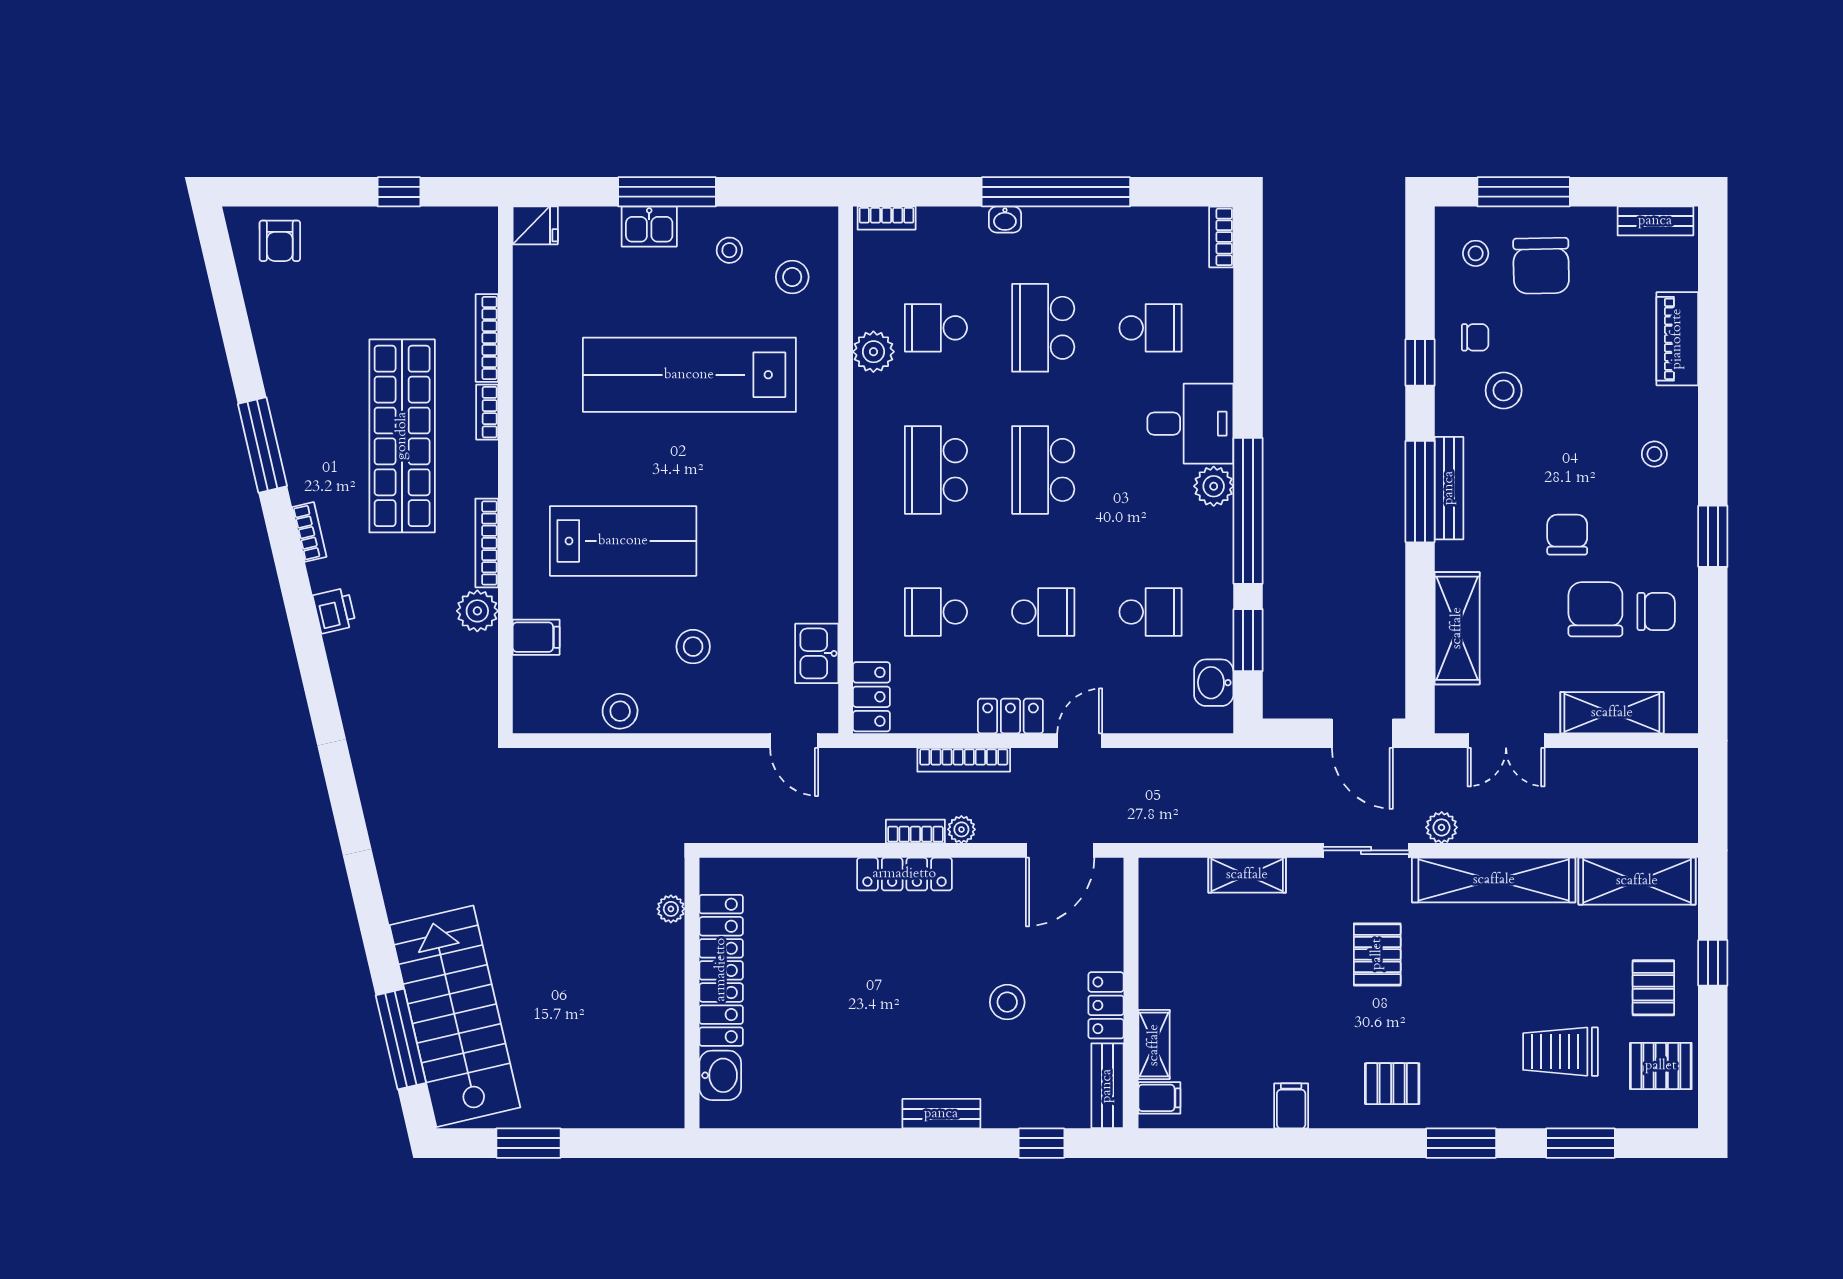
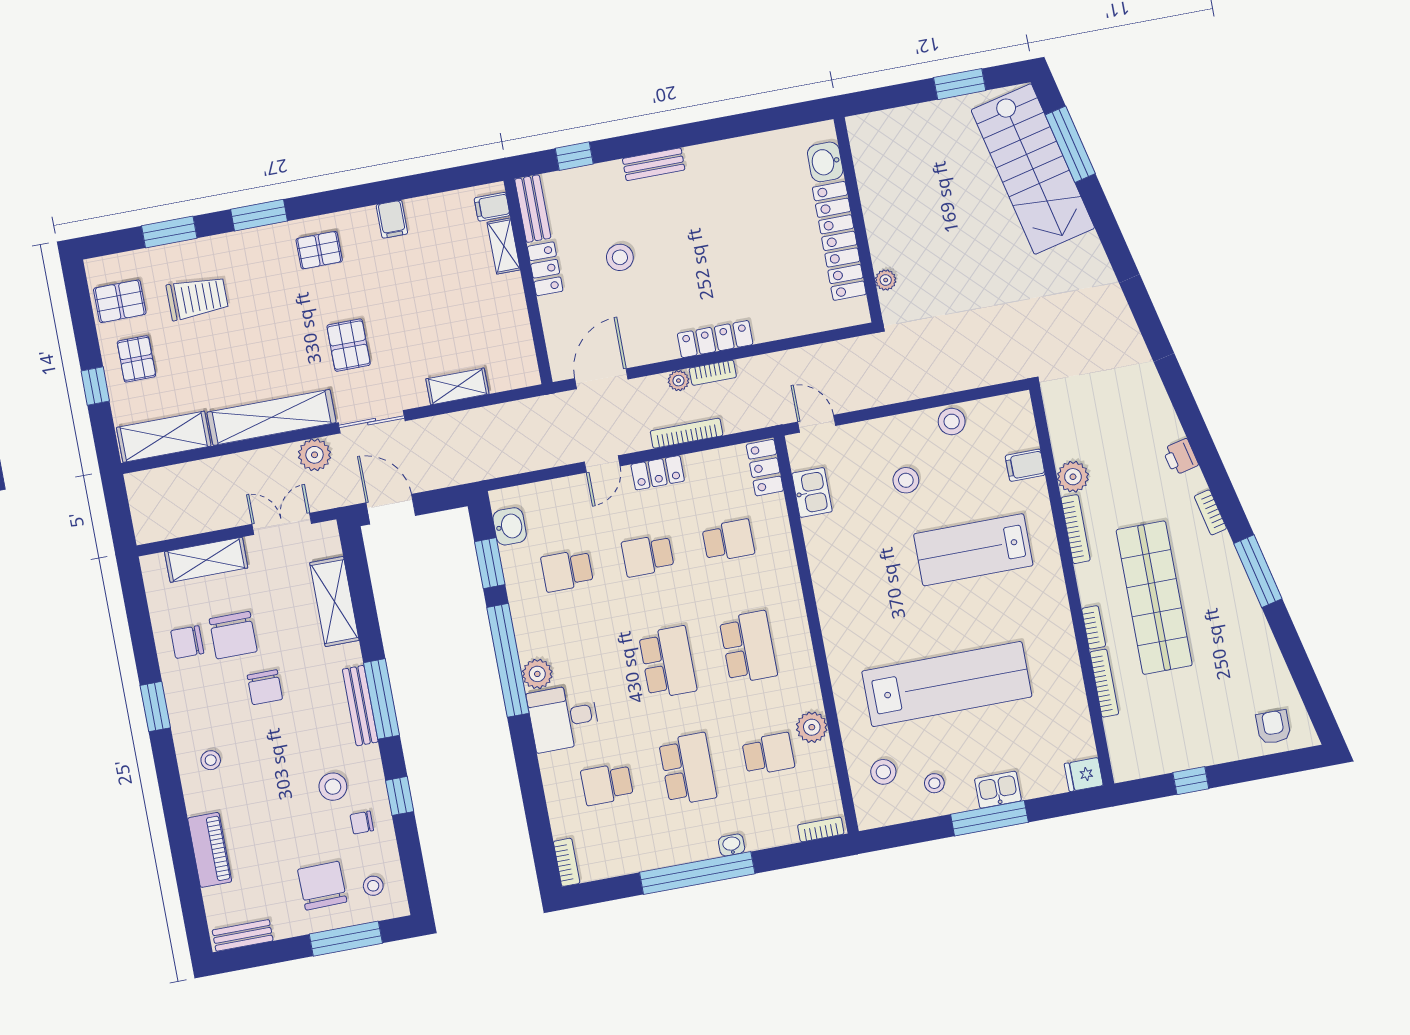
plant: (1442, 827) -> (315, 455), width x1.38, depth x1.38

